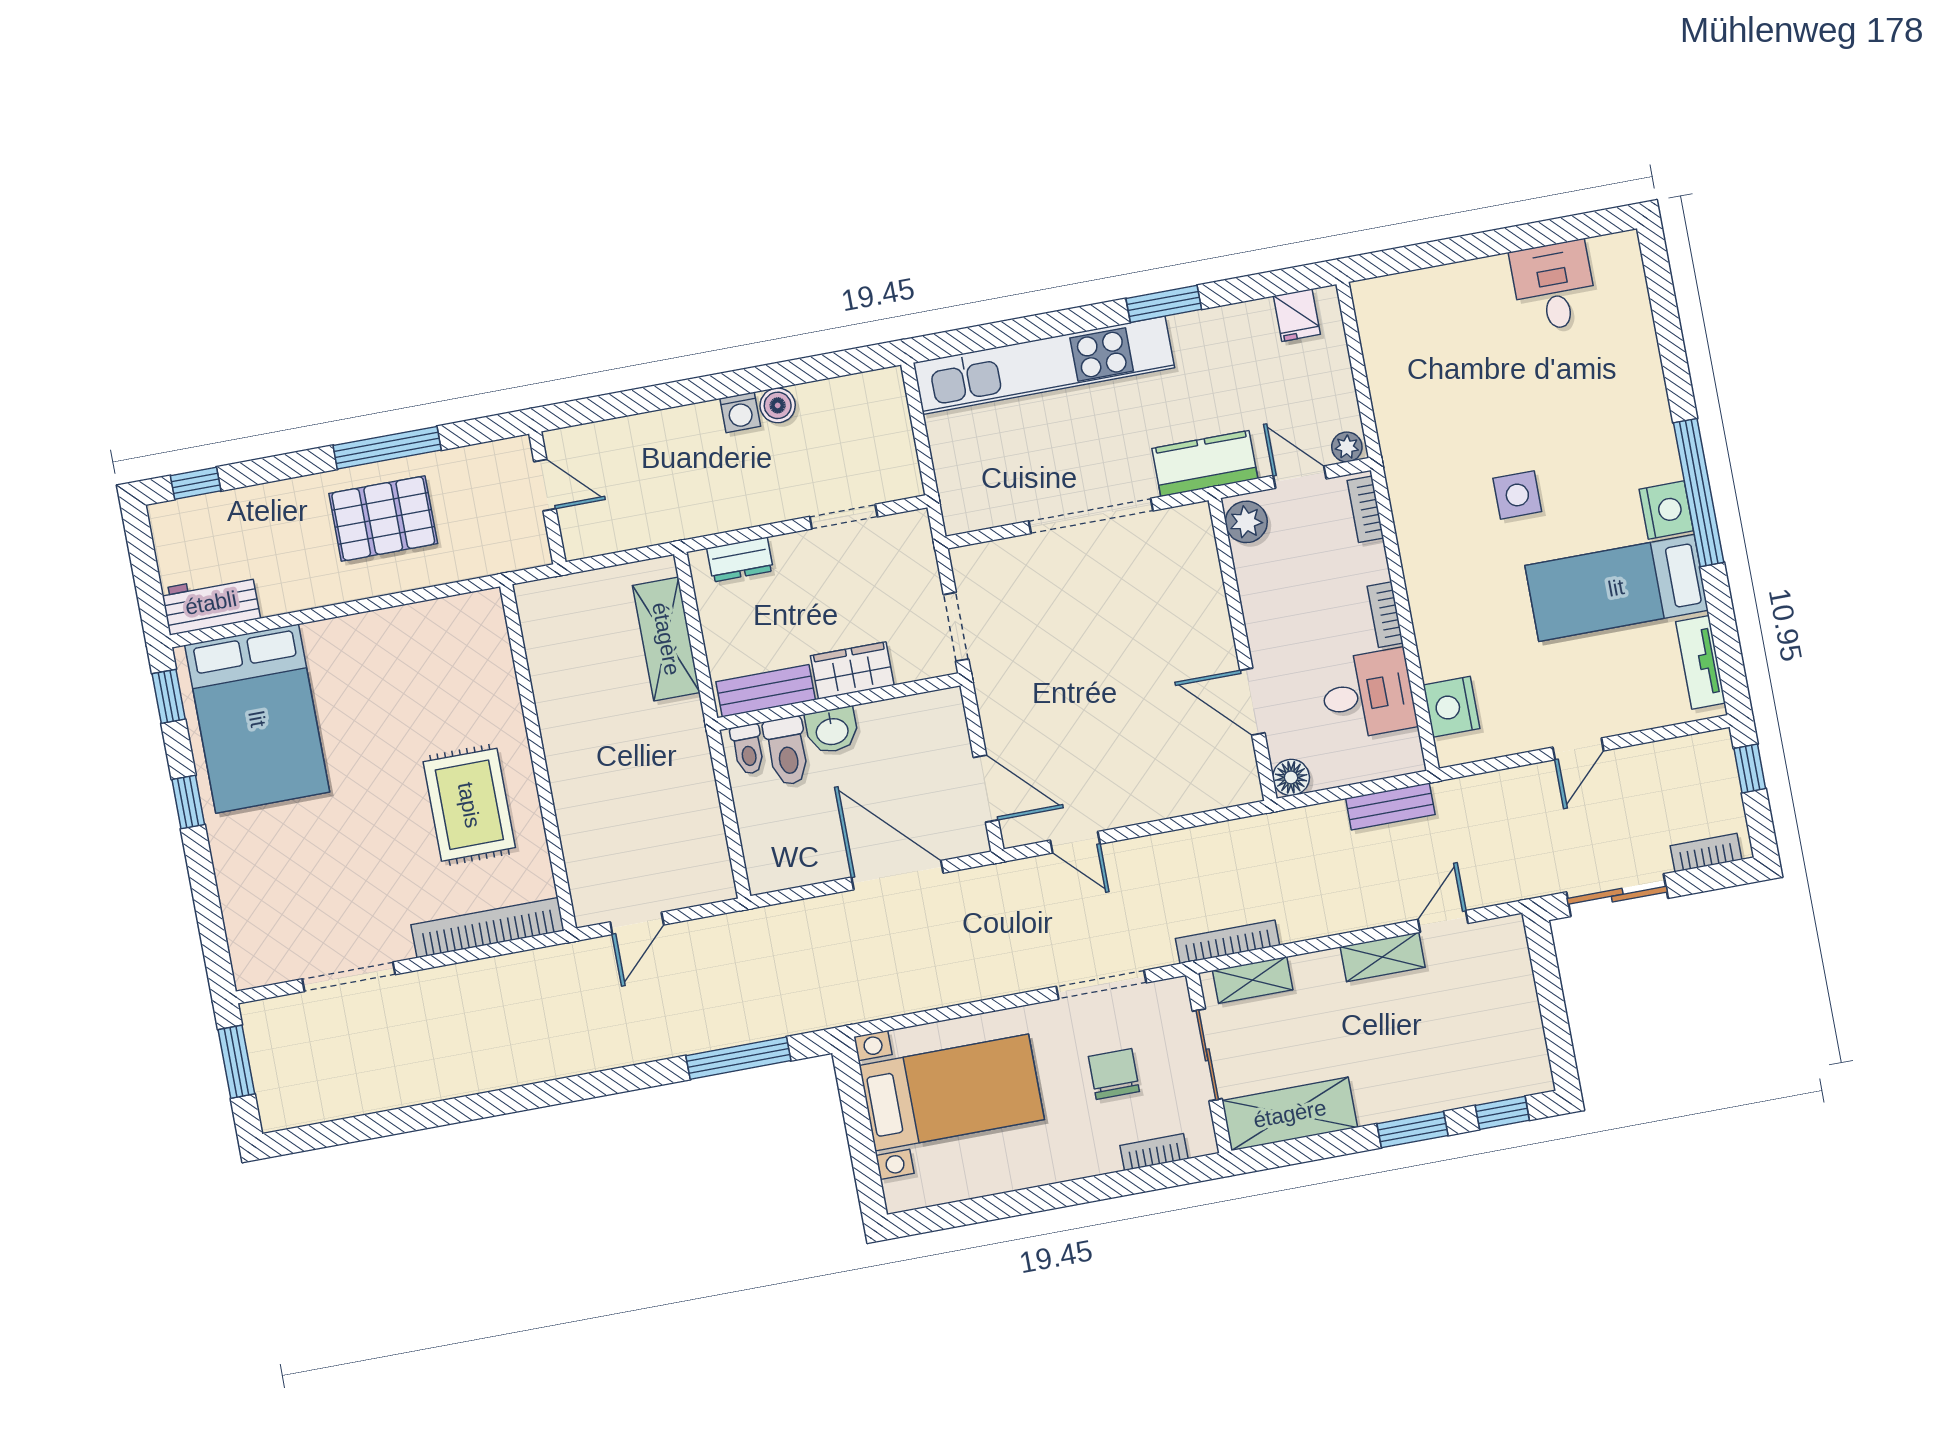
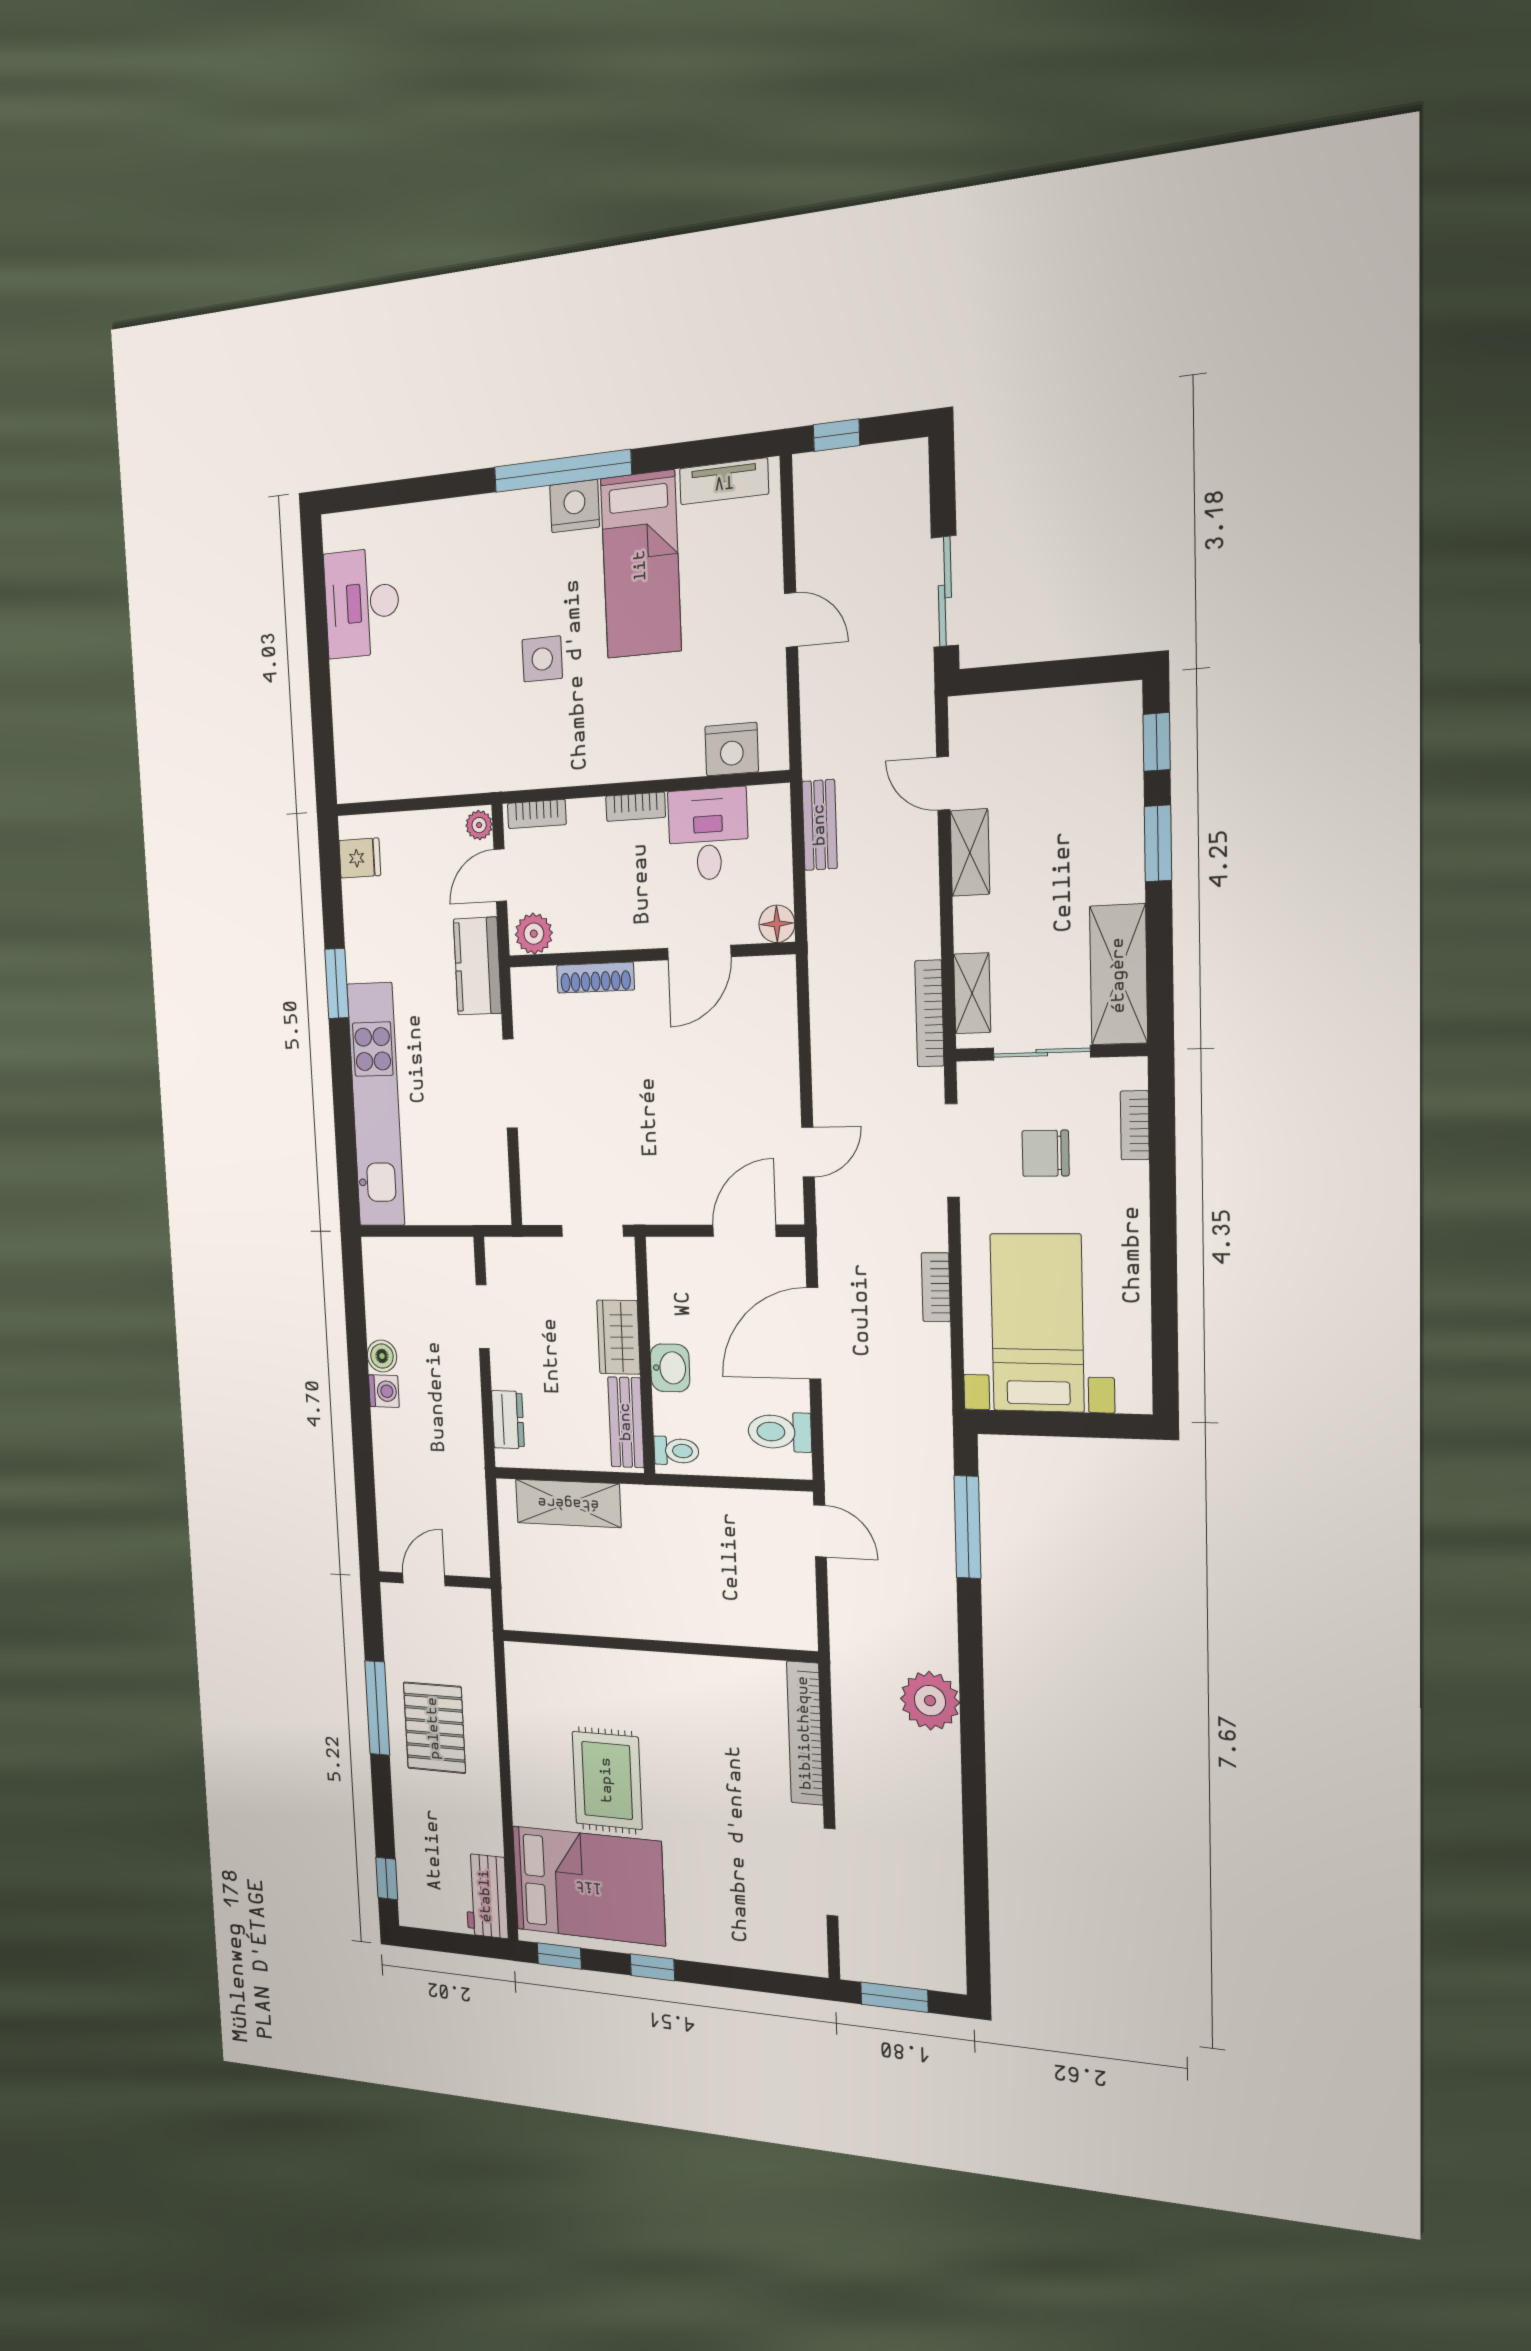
desk: (1554, 286) -> (362, 603), width x1.37
doorway: (1091, 516) -> (510, 1084), width x0.73
shoe rack: (1212, 595) -> (595, 978), added
toilet: (787, 751) -> (780, 1432), moved, turned 180
rug: (469, 805) -> (607, 1780), moved, turned 90
bookcase: (1706, 853) -> (936, 1287), moved
door: (637, 923) -> (820, 1531), moved
plant: (555, 1049) -> (930, 1701), added

